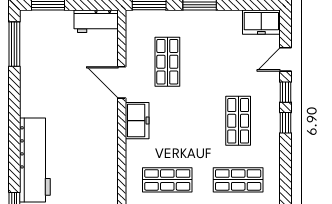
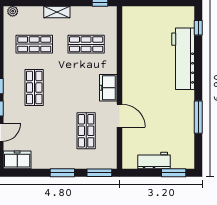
workbench: (96, 21) -> (154, 160), moved
window: (14, 44) -> (198, 117), moved

